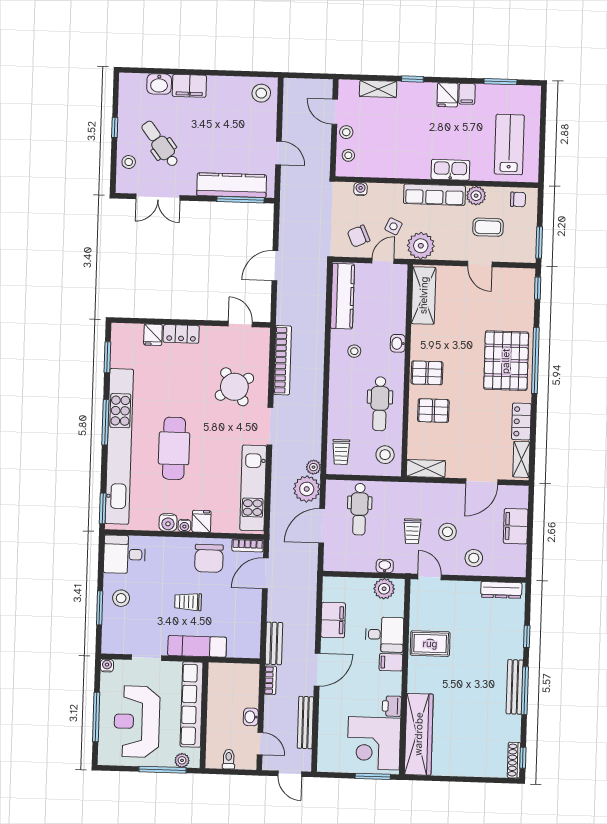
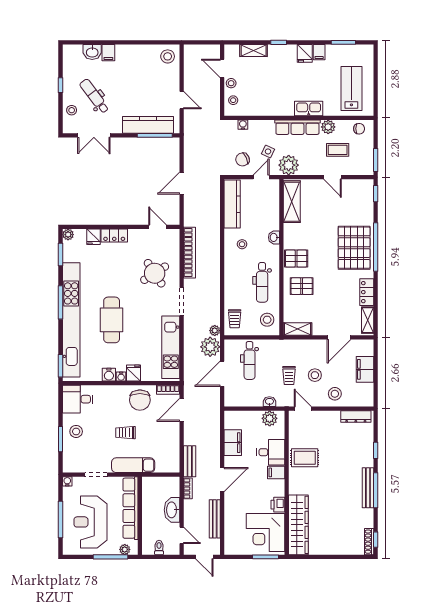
filing cabinet: (189, 86) -> (108, 53), width x0.50
plant: (119, 331) -> (68, 235), added
washbasin: (251, 717) -> (172, 510), width x1.91, depth x1.45

